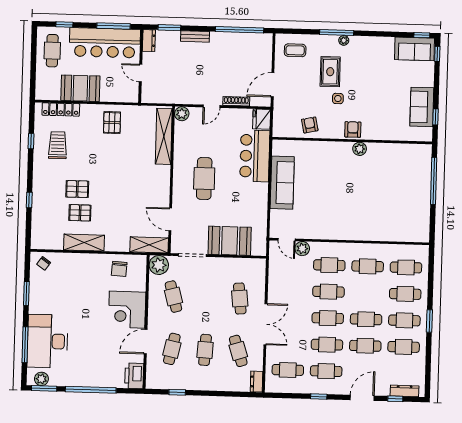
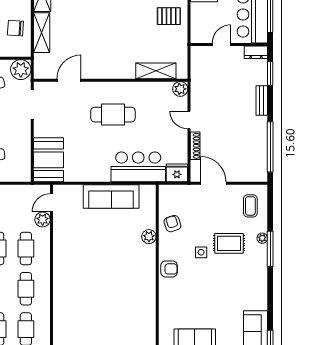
plant: (344, 40) -> (262, 238), moved
armchair: (310, 125) -> (172, 224), turned -97
shelving: (164, 136) -> (156, 71), width x0.68
plant: (360, 149) -> (149, 237), moved
booth: (230, 241) -> (48, 160), moved
shelving: (149, 245) -> (42, 33), moved

